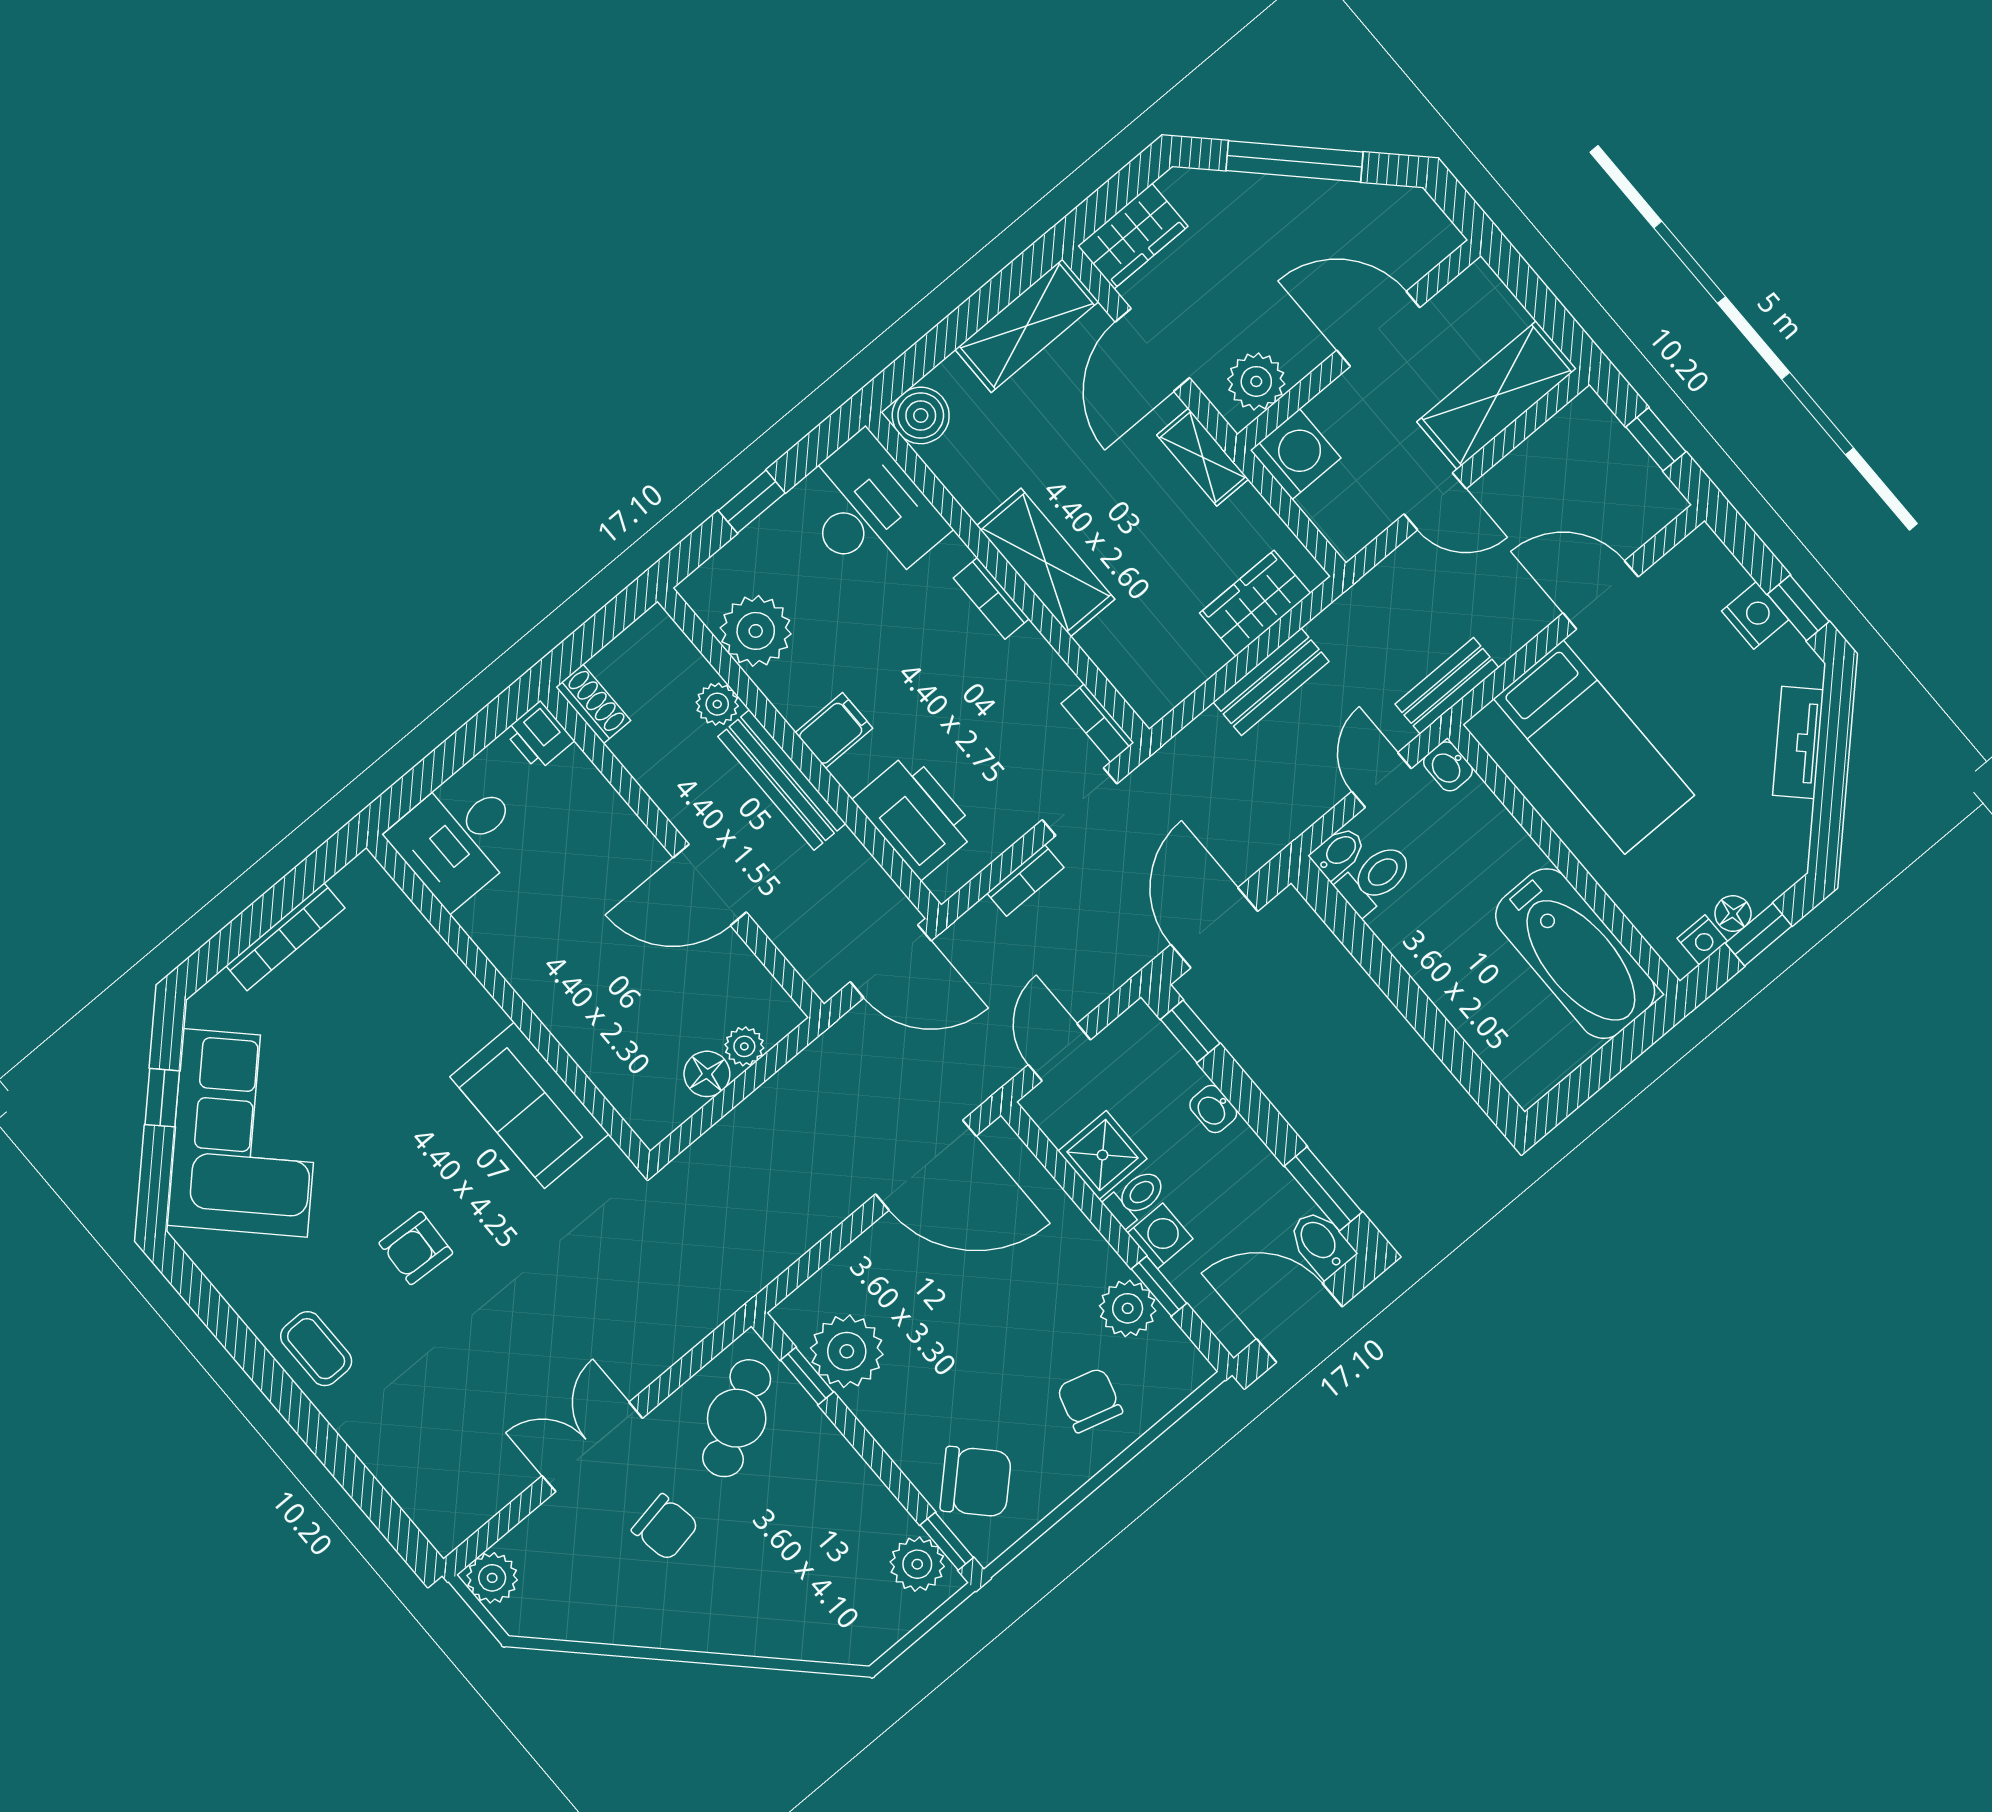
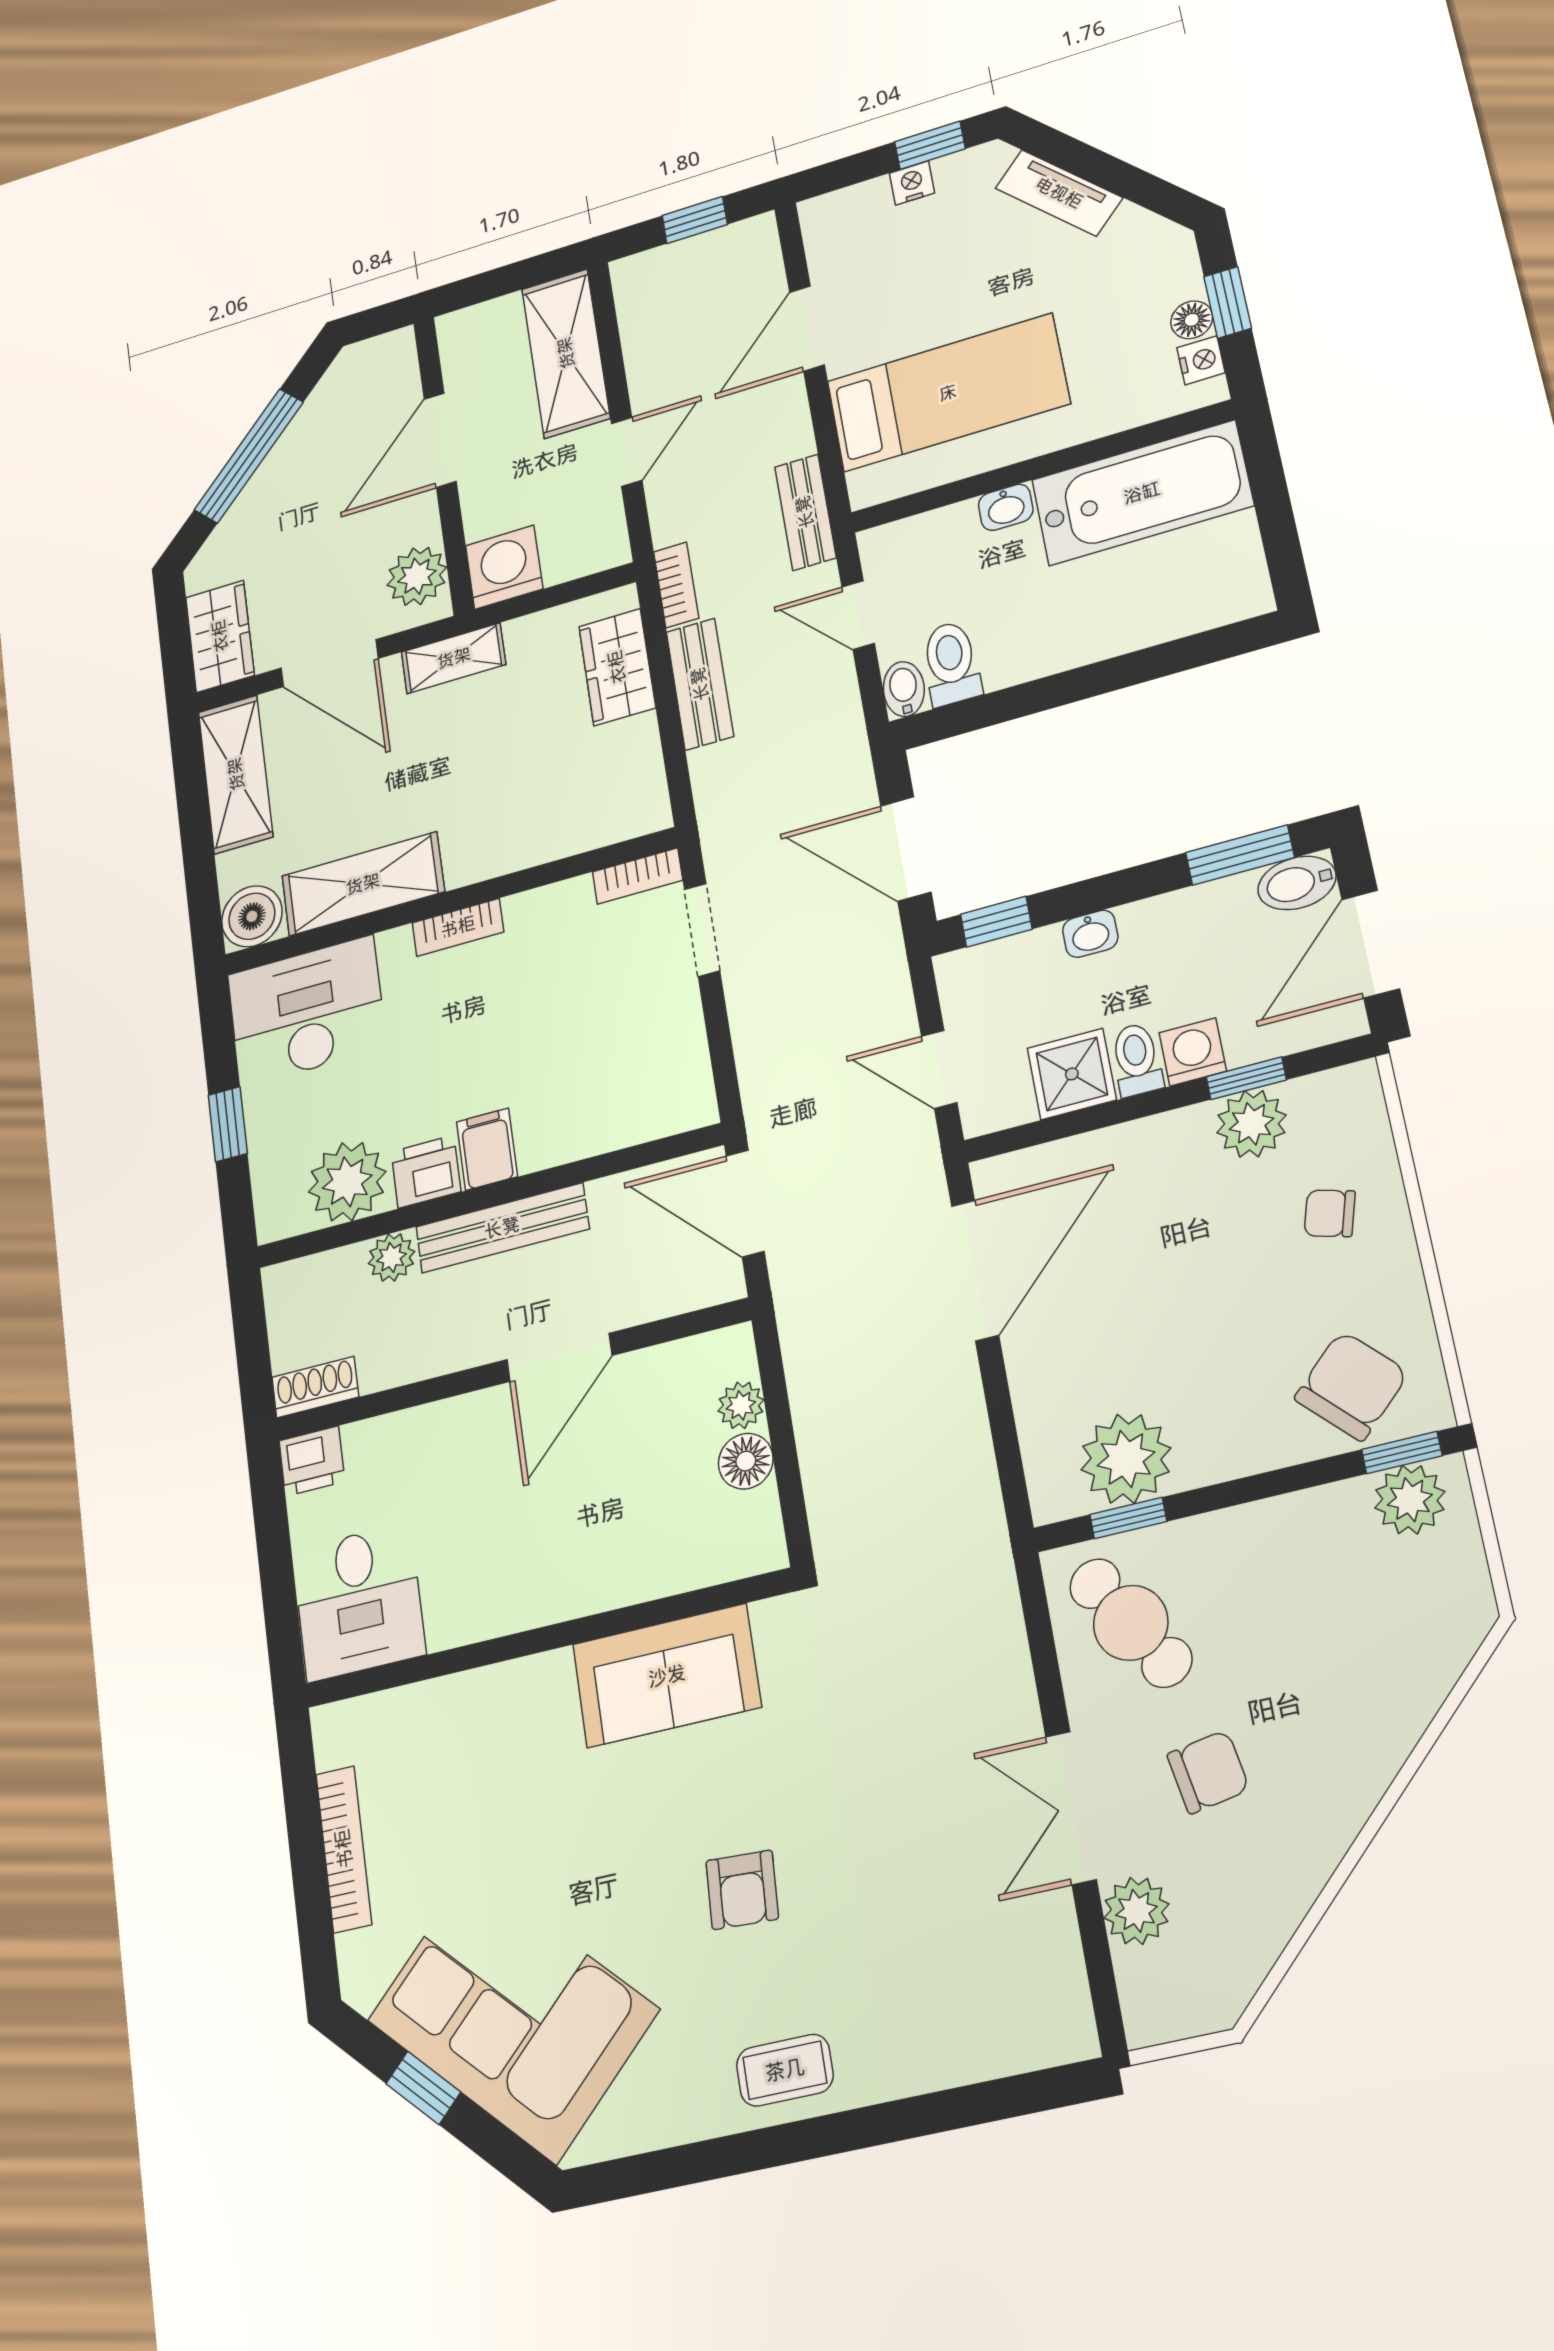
shelving: (1046, 562) -> (363, 884), moved
nightstand: (1755, 615) -> (912, 183), width x0.72, depth x0.74
washbasin: (1448, 766) -> (1006, 507), moved
printer: (915, 816) -> (426, 1172), moved, width x0.53, depth x0.68
bookcase: (1025, 880) -> (676, 585), moved
door: (891, 961) -> (745, 1204), swing flipped
chair: (1090, 1400) -> (1330, 1213), width x0.73, depth x0.73
plant: (492, 1578) -> (1136, 1911), moved

